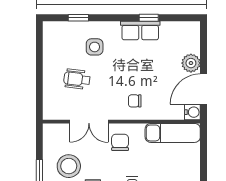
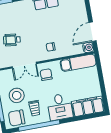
side table: (95, 47) -> (19, 18), removed
plant: (191, 63) -> (82, 17), removed

